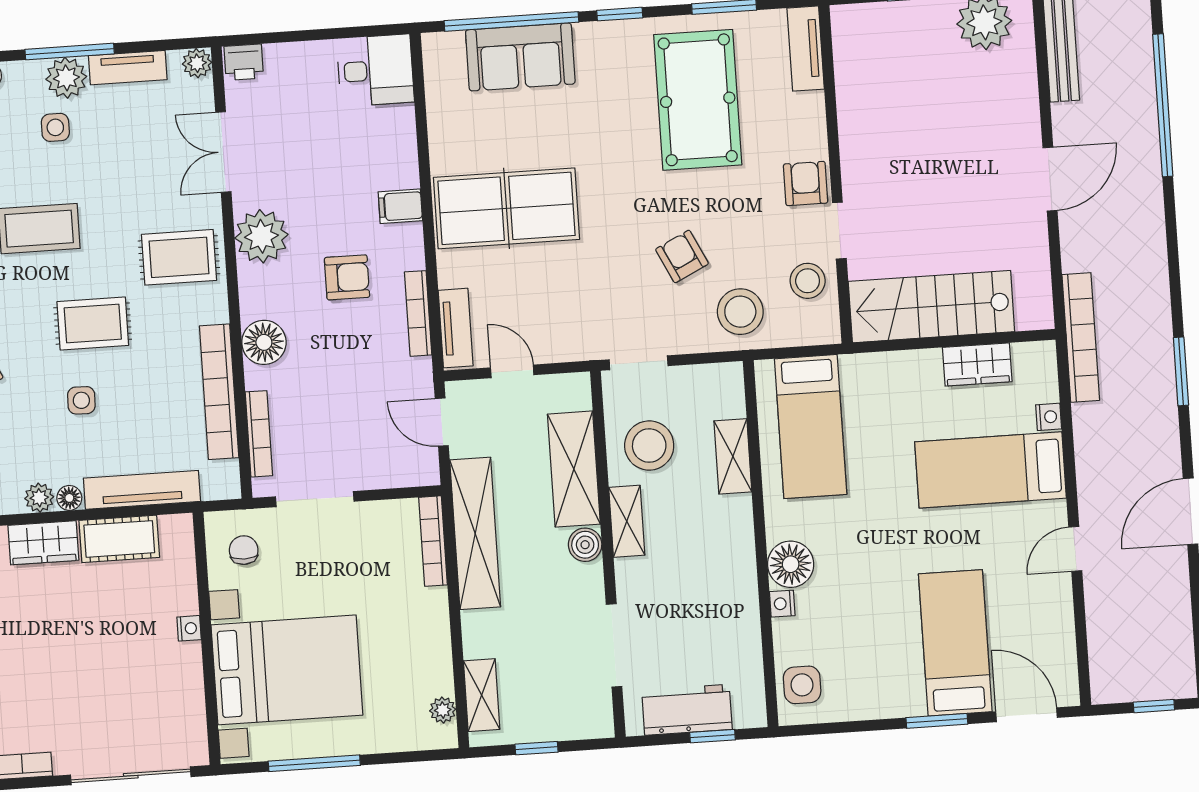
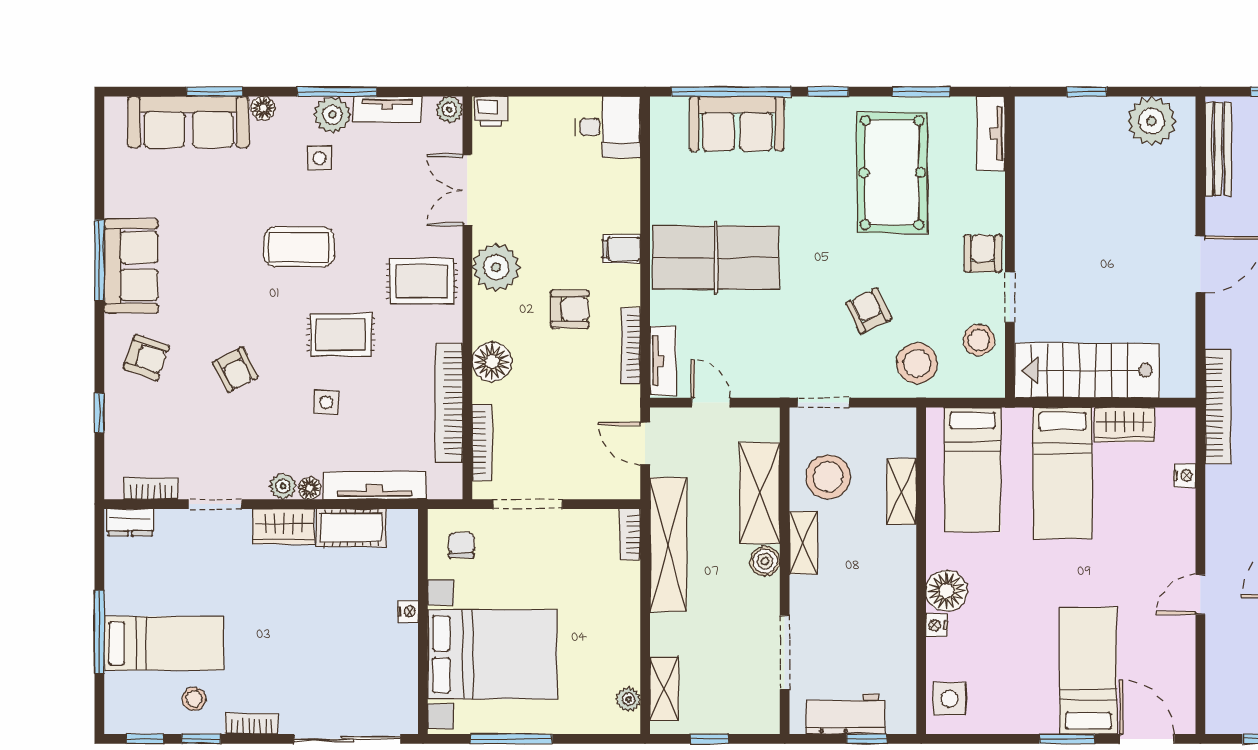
bed: (990, 470) -> (1062, 473), moved, turned -90
bookcase: (433, 541) -> (630, 534), width x0.64

